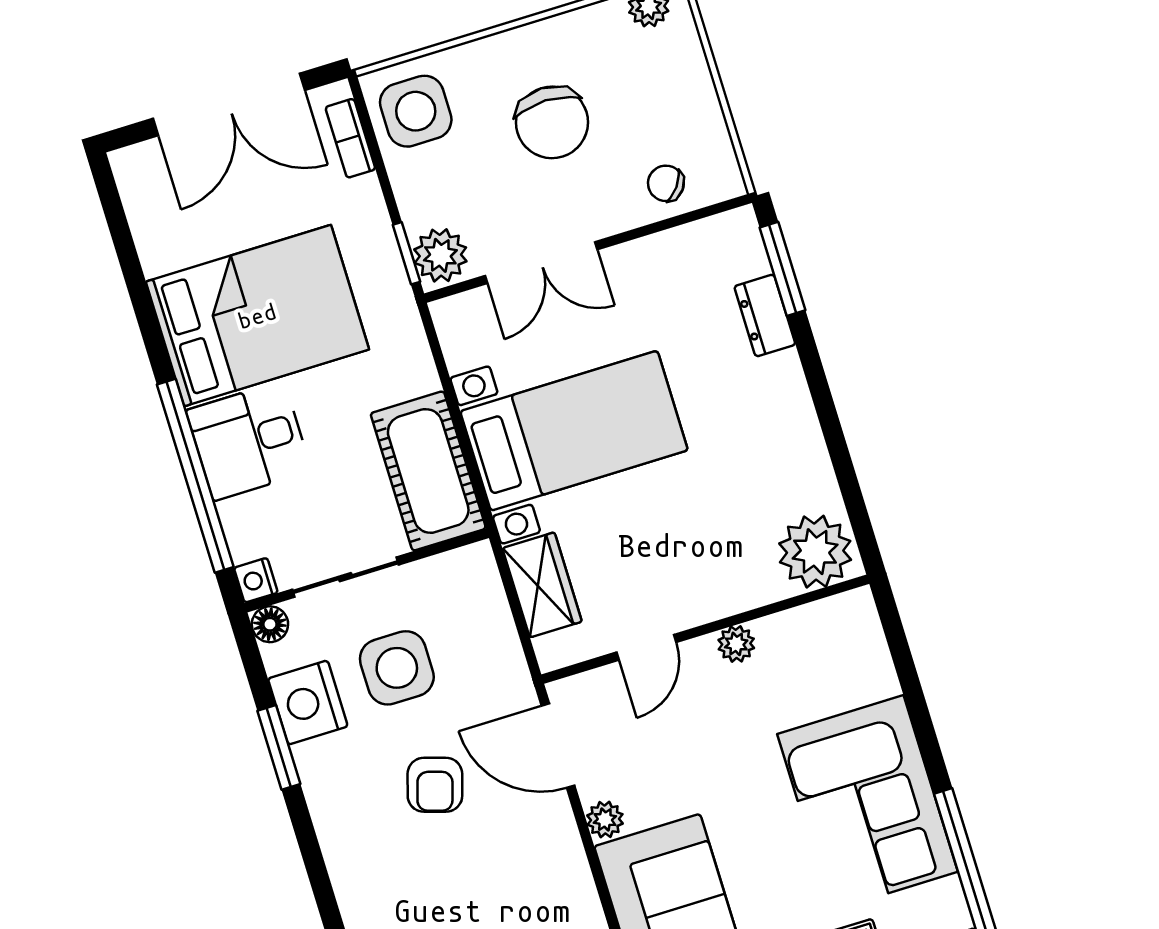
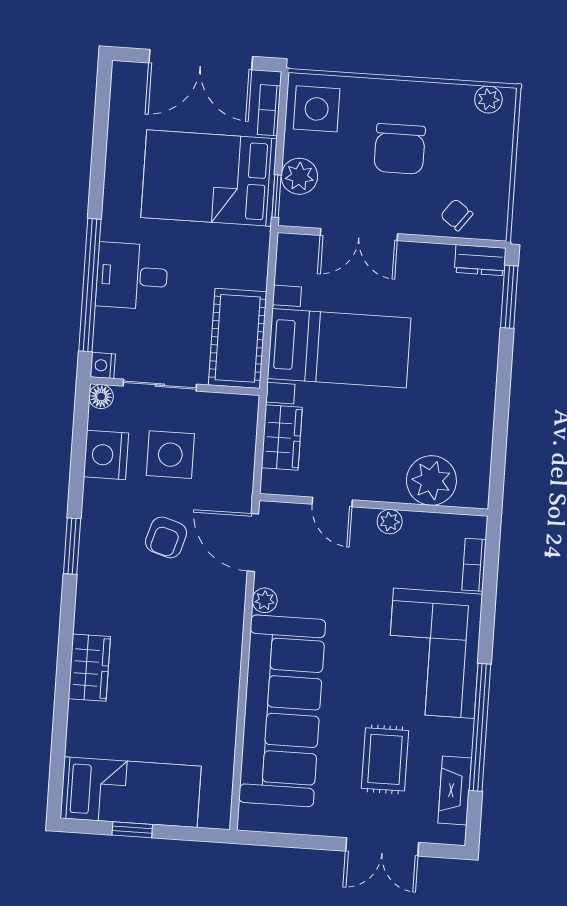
plant: (440, 255) -> (299, 176), moved
dresser: (765, 315) -> (480, 260), moved, turned -90
bed: (257, 316) -> (209, 178), moved, turned 180
plant: (815, 552) -> (431, 480), moved
door: (646, 647) -> (332, 502), hinge flipped
bookcase: (876, 659) -> (474, 565), added
window: (279, 747) -> (72, 546), moved

